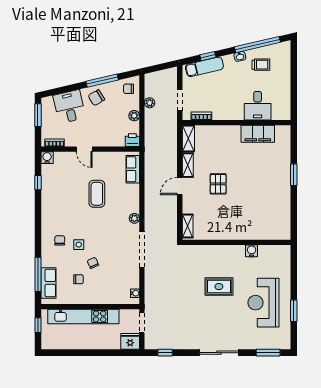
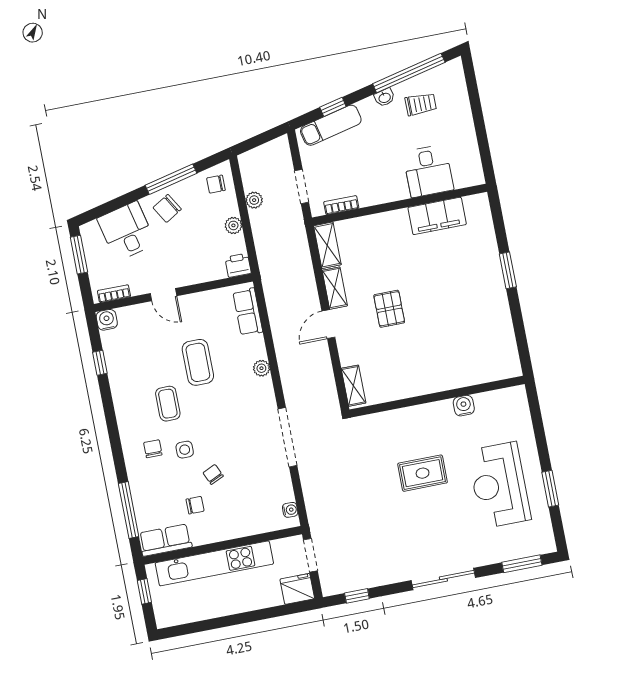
coffee table: (74, 215) -> (168, 404), added
plant: (134, 218) -> (261, 368), moved
row of seats: (48, 283) -> (165, 540), moved, turned -90

